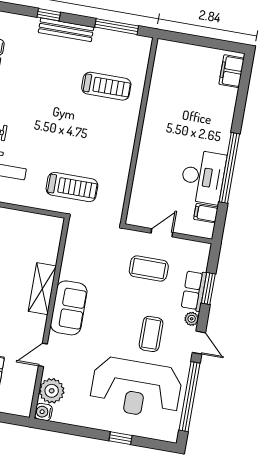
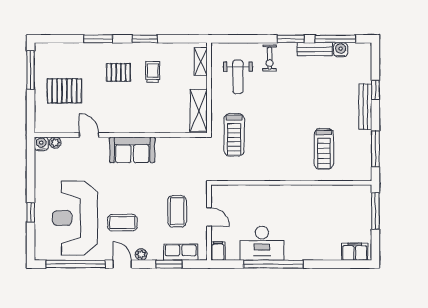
window: (189, 39) -> (375, 211), added
filing cabinet: (206, 213) -> (218, 251), moved
shelving: (42, 289) -> (199, 110), moved, turned 90
row of seats: (194, 291) -> (181, 252), moved
door: (199, 343) -> (122, 264), swing flipped
plant: (52, 391) -> (55, 143), width x0.53, depth x0.53

